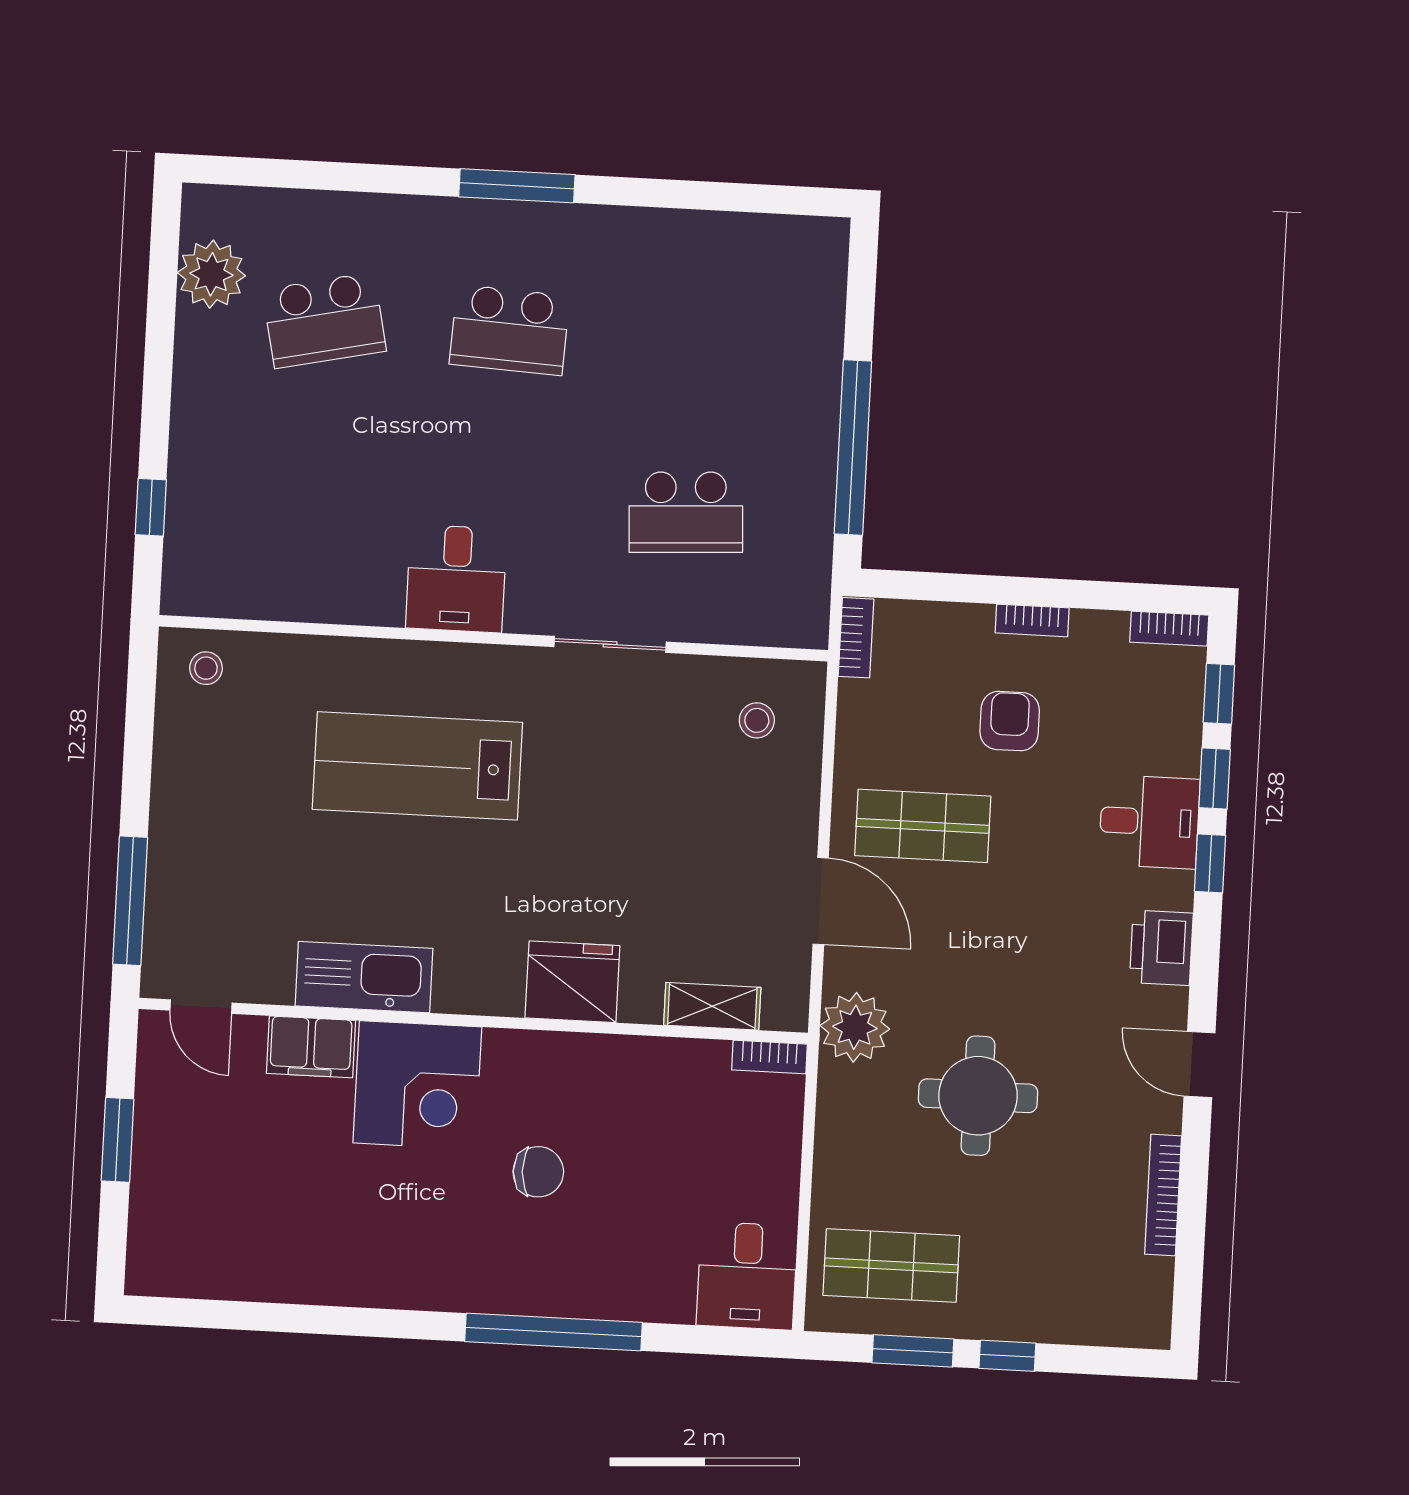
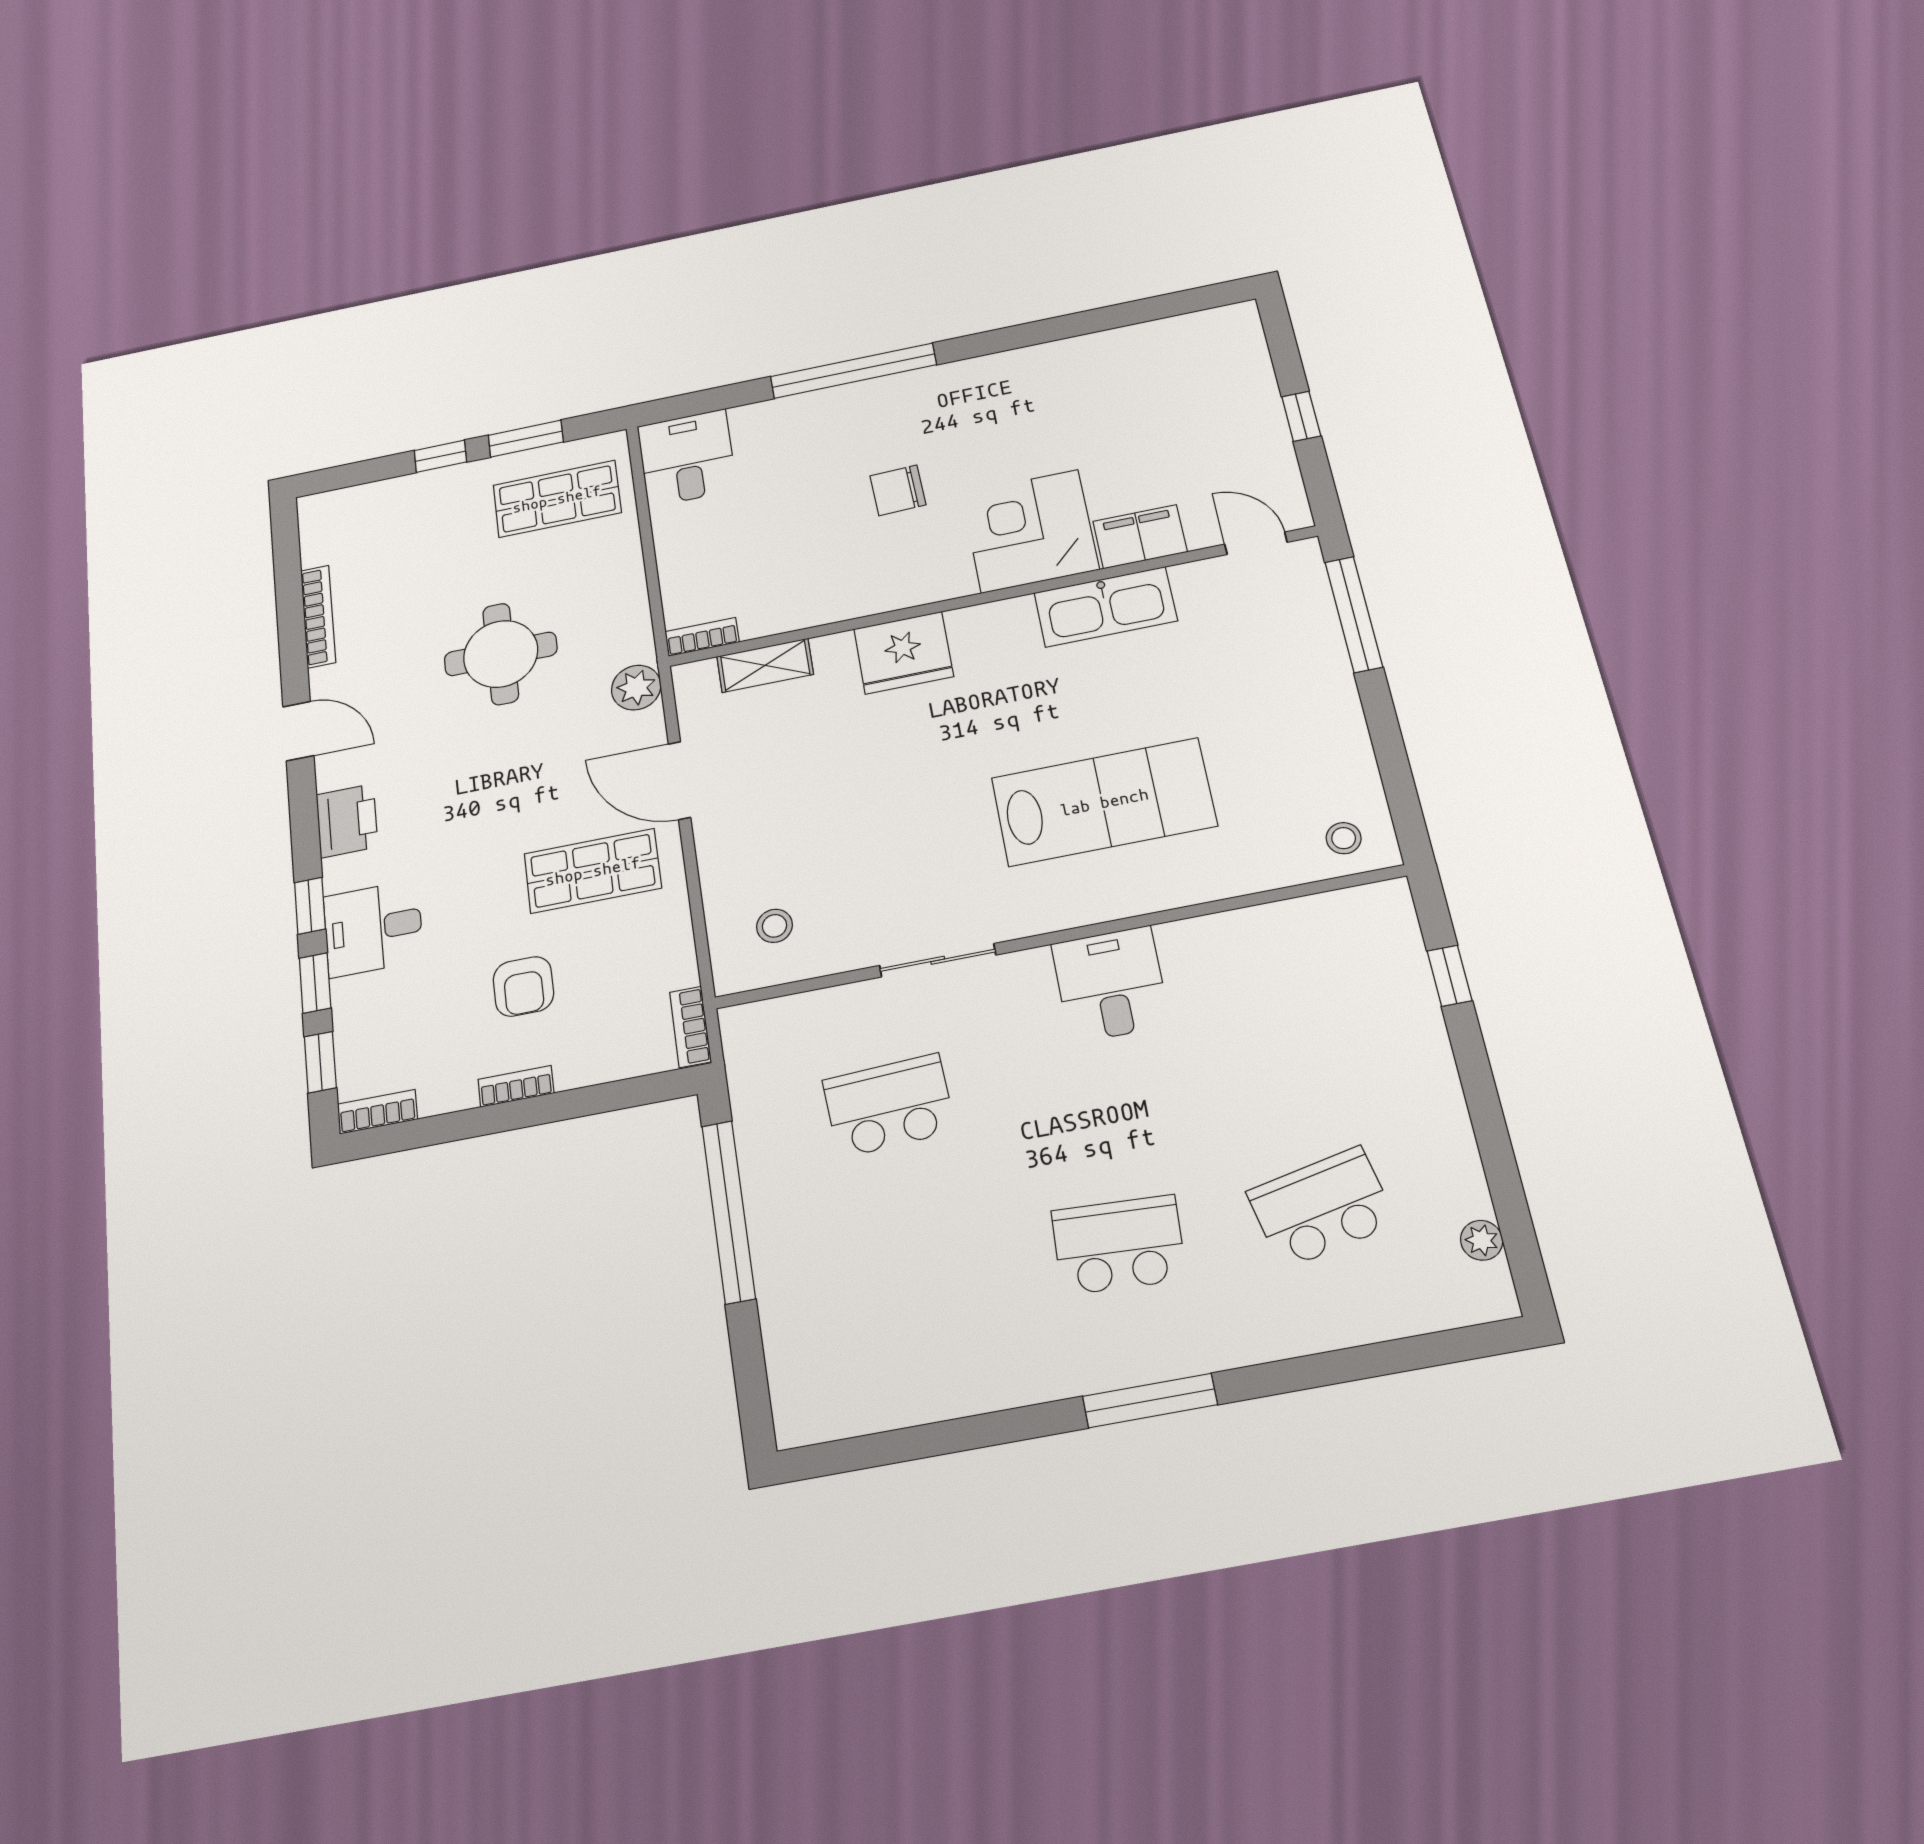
plant: (211, 274) -> (1482, 1240), width x0.53, depth x0.53
plant: (855, 1027) -> (636, 688), width x0.73, depth x0.73
window: (118, 1140) -> (1301, 416), width x0.67

